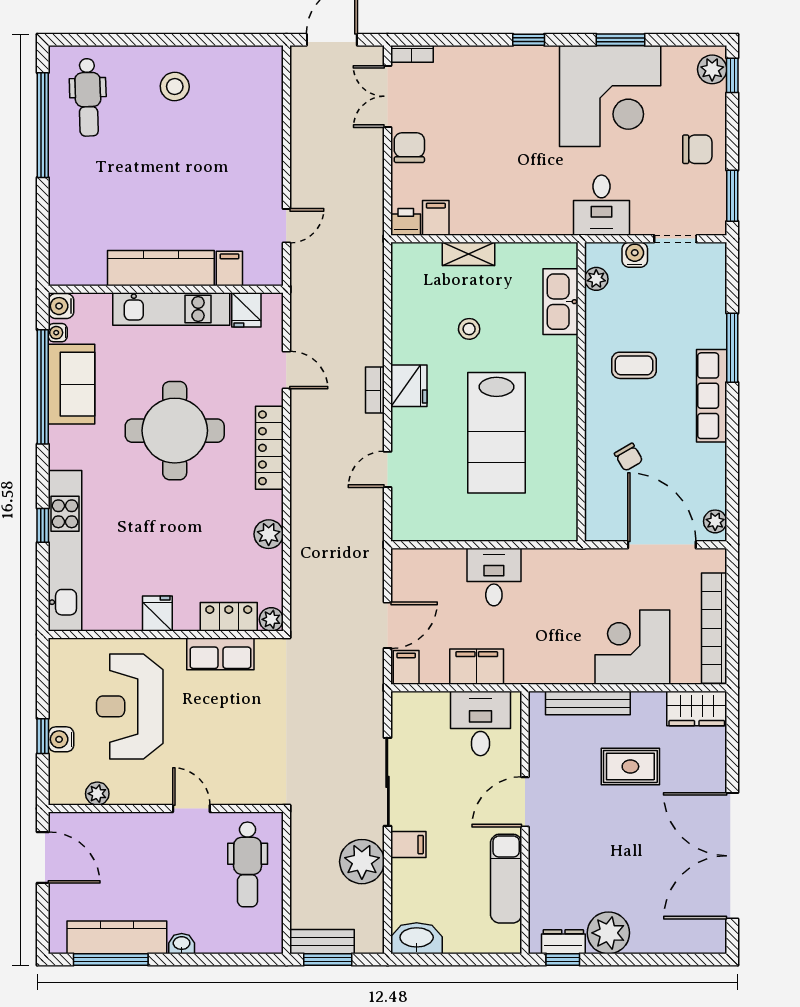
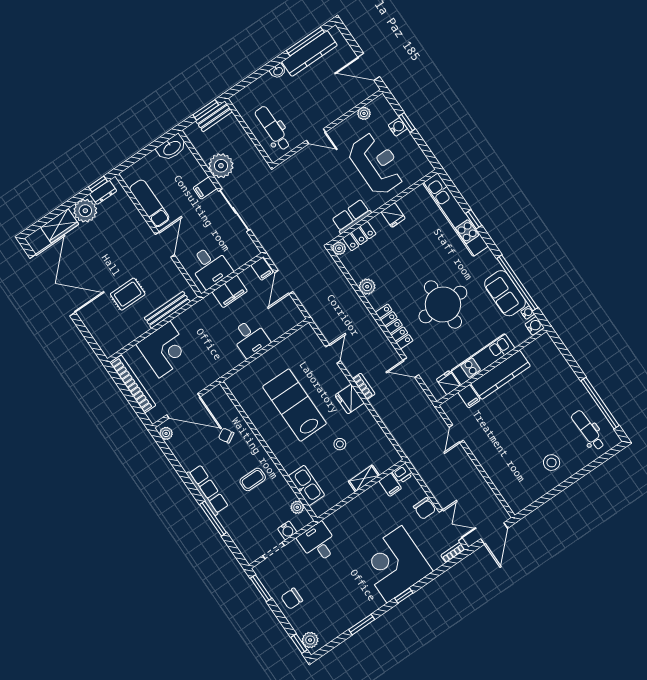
corner desk: (610, 96) -> (394, 564), moved
wardrobe: (697, 709) -> (60, 226), moved, turned 180

